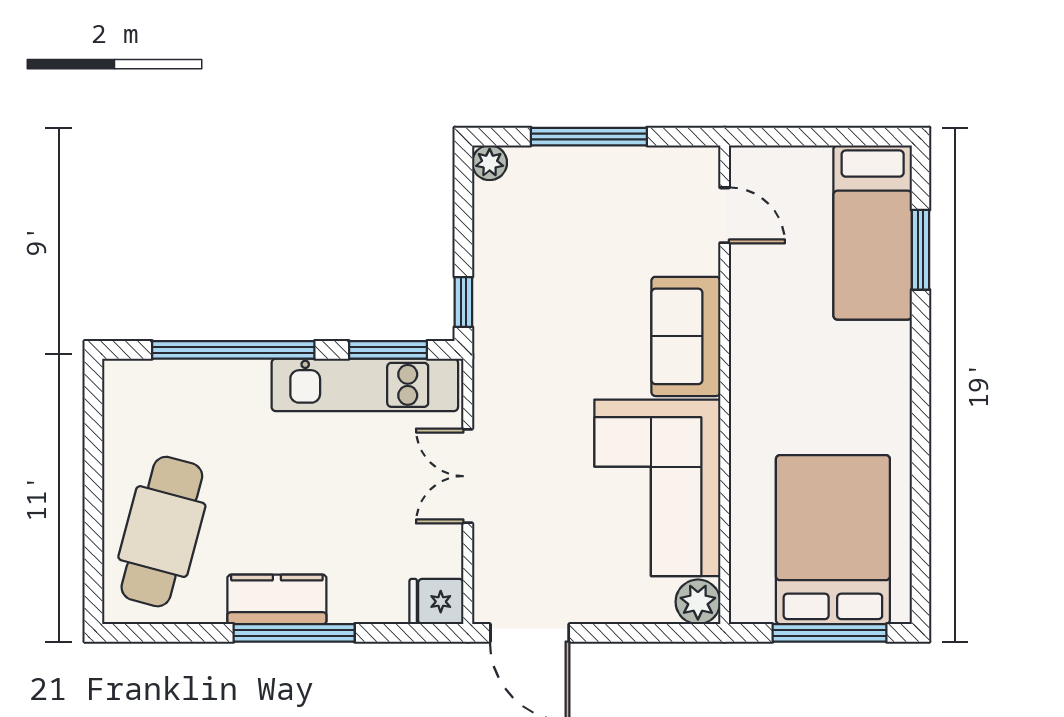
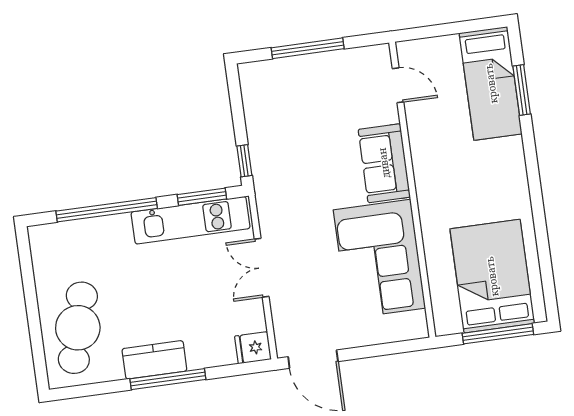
plant: (490, 163) -> (249, 73), removed
plant: (698, 602) -> (414, 326), removed

